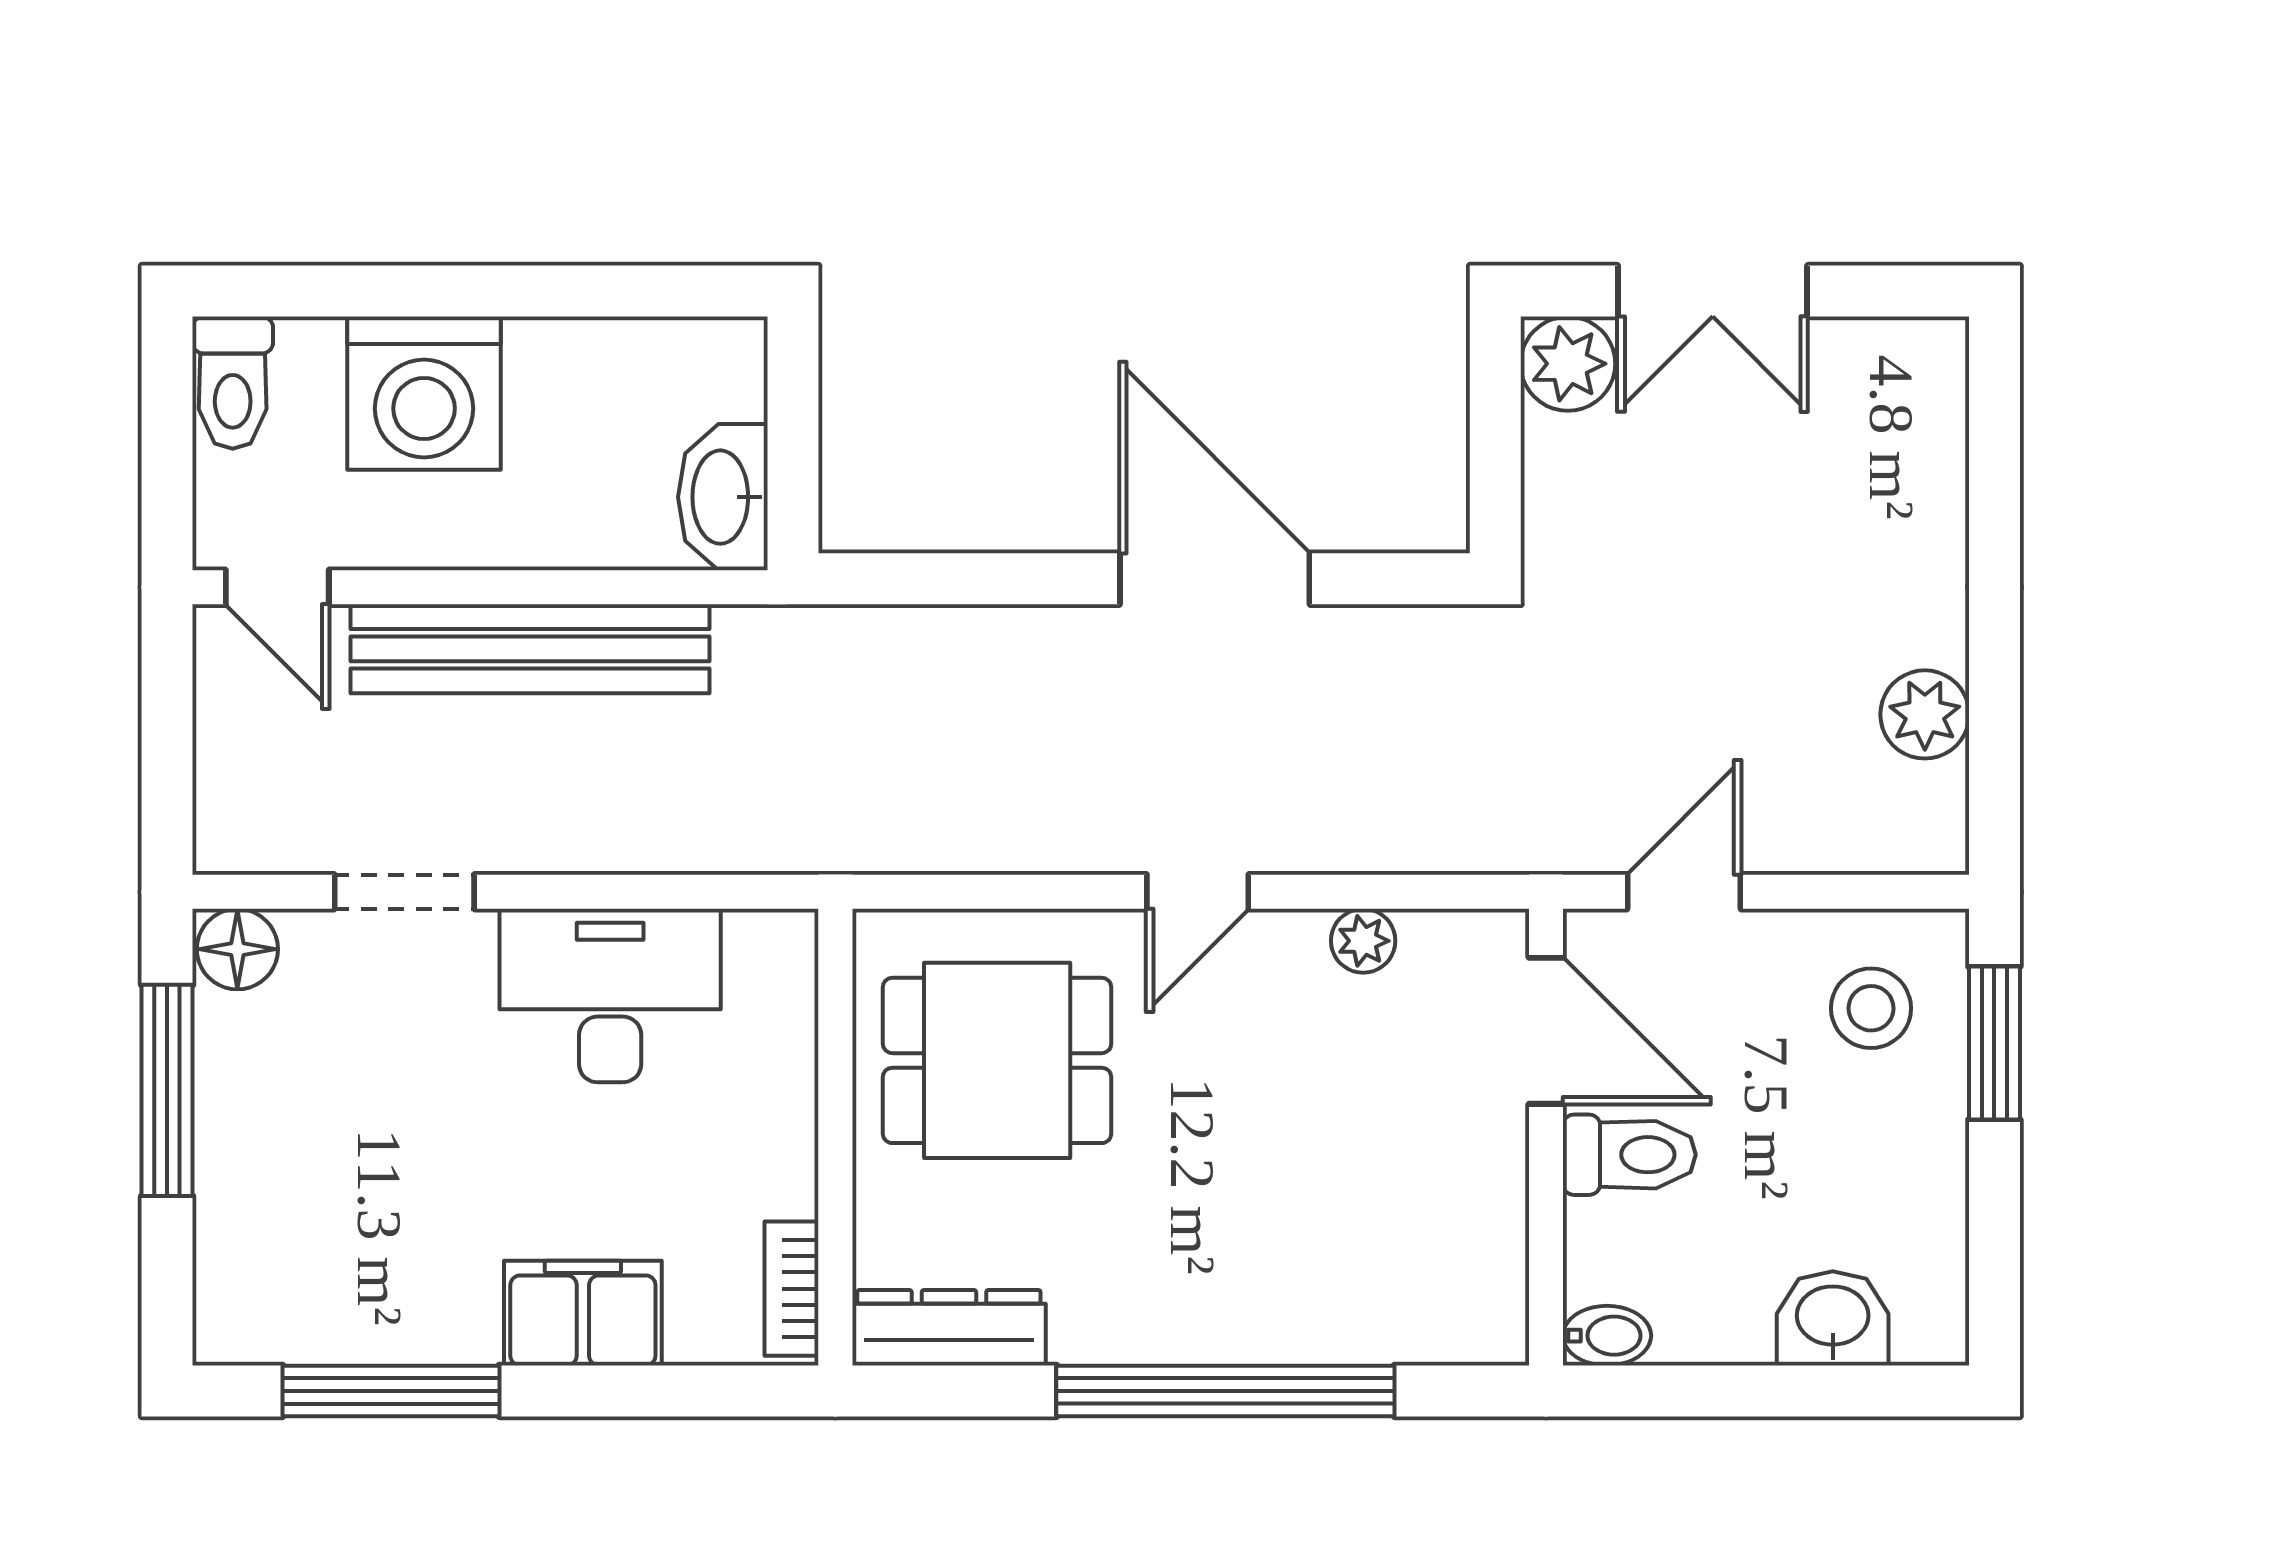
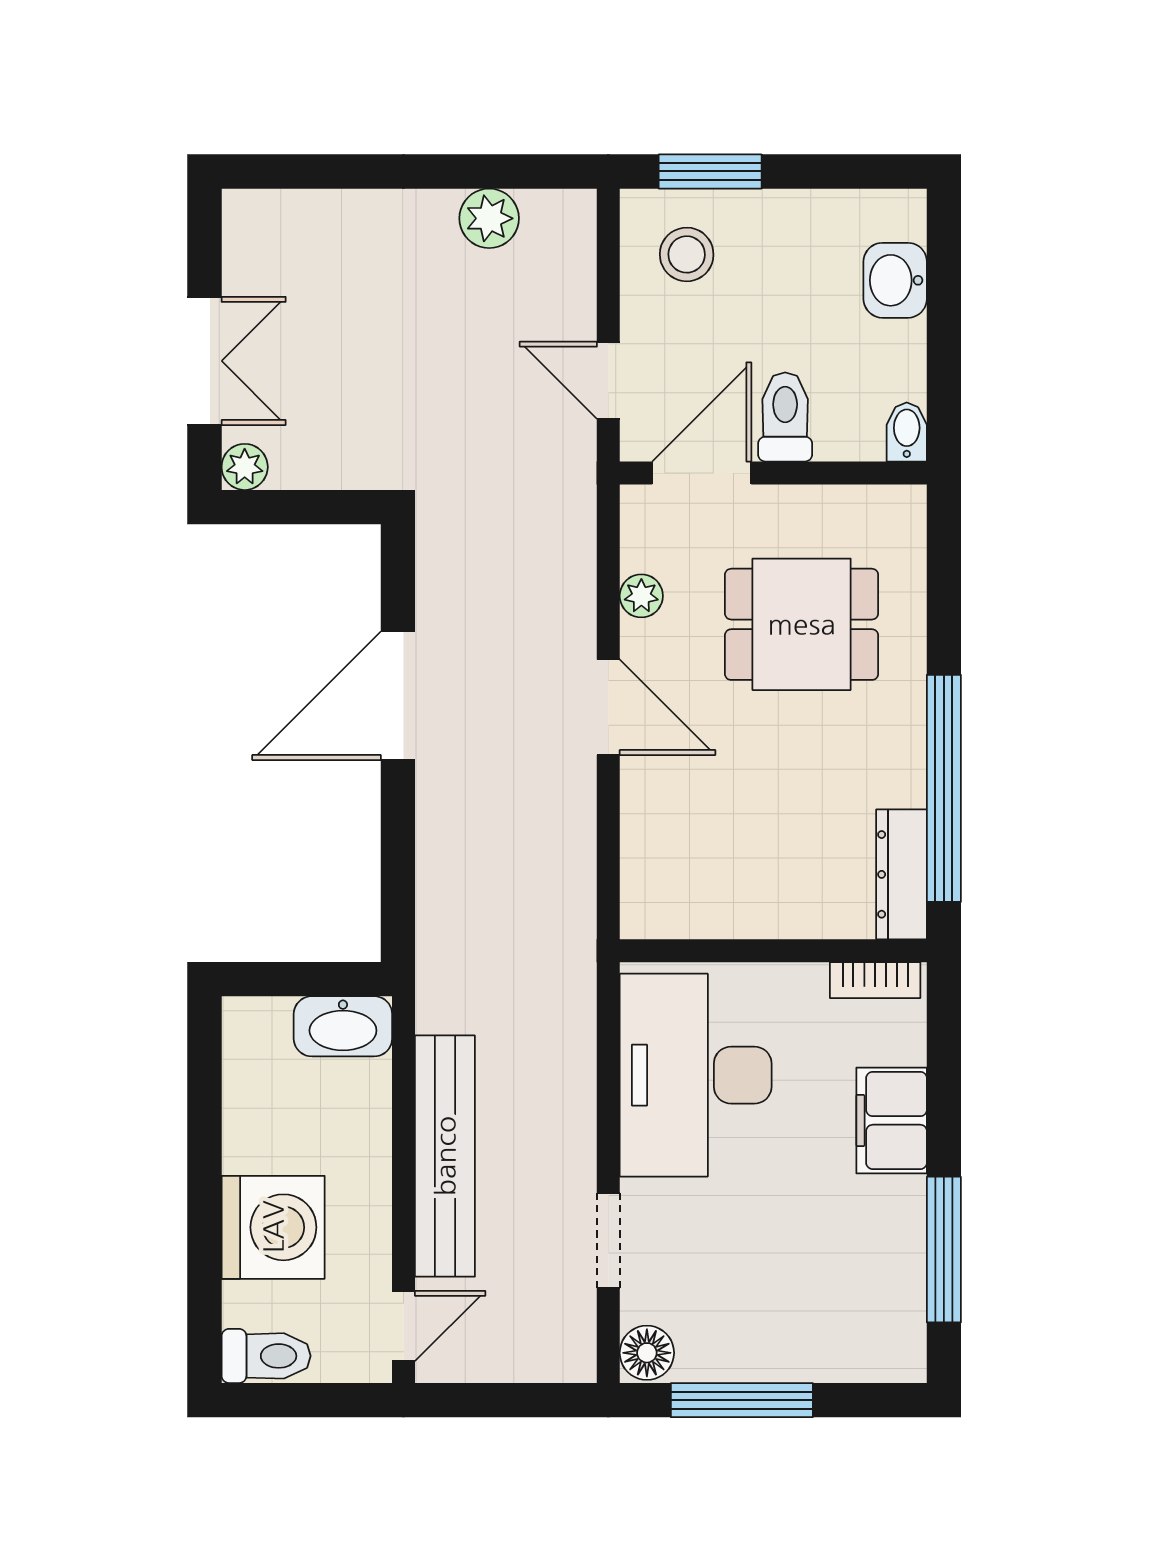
plant: (1568, 364) -> (245, 467), width x0.73, depth x0.73
door: (1198, 892) -> (608, 707), width x1.38
desk: (610, 996) -> (696, 1075), width x1.36, depth x1.30
dining table: (997, 1060) -> (802, 624), moved, turned 90
window: (1225, 1391) -> (944, 788), moved

